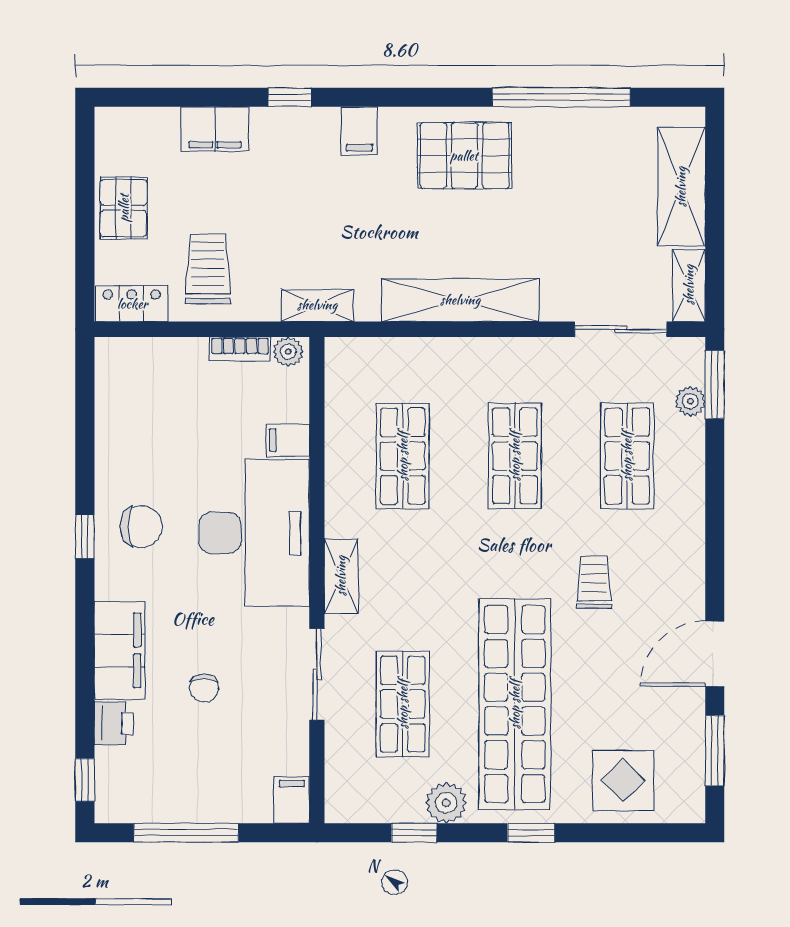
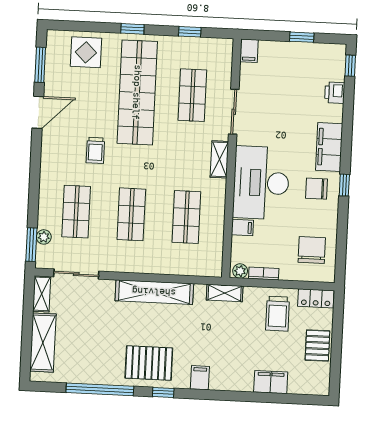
window: (290, 97) -> (163, 392), moved
filing cabinet: (120, 650) -> (329, 147), moved
chair: (204, 688) -> (312, 250), moved, width x1.87, depth x1.87
plant: (446, 803) -> (173, 46), removed
window: (186, 833) -> (302, 37), width x0.46

